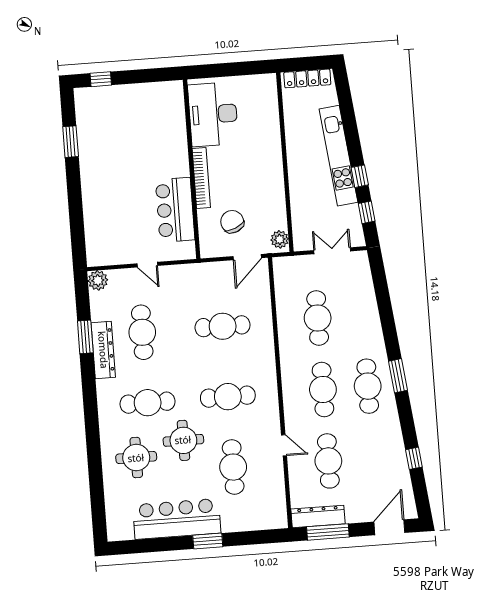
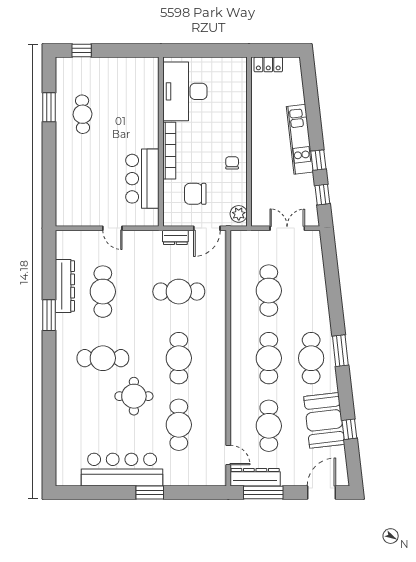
locker: (307, 78) -> (268, 64), width x0.66
cafe table: (107, 146) -> (82, 114), added
kitchen unit: (338, 156) -> (300, 139), width x0.73
chair: (269, 186) -> (232, 163), added
chair: (232, 222) -> (195, 194), turned -67
dresser: (215, 269) -> (175, 237), added
plant: (98, 280) -> (65, 240), removed
window: (85, 337) -> (49, 315), moved
dresser: (103, 350) -> (65, 286), moved
cafe table: (228, 397) -> (179, 358), turned 90
door: (284, 445) -> (228, 455), moved
booth: (387, 451) -> (324, 420), added
round table: (136, 458) -> (88, 409), removed

